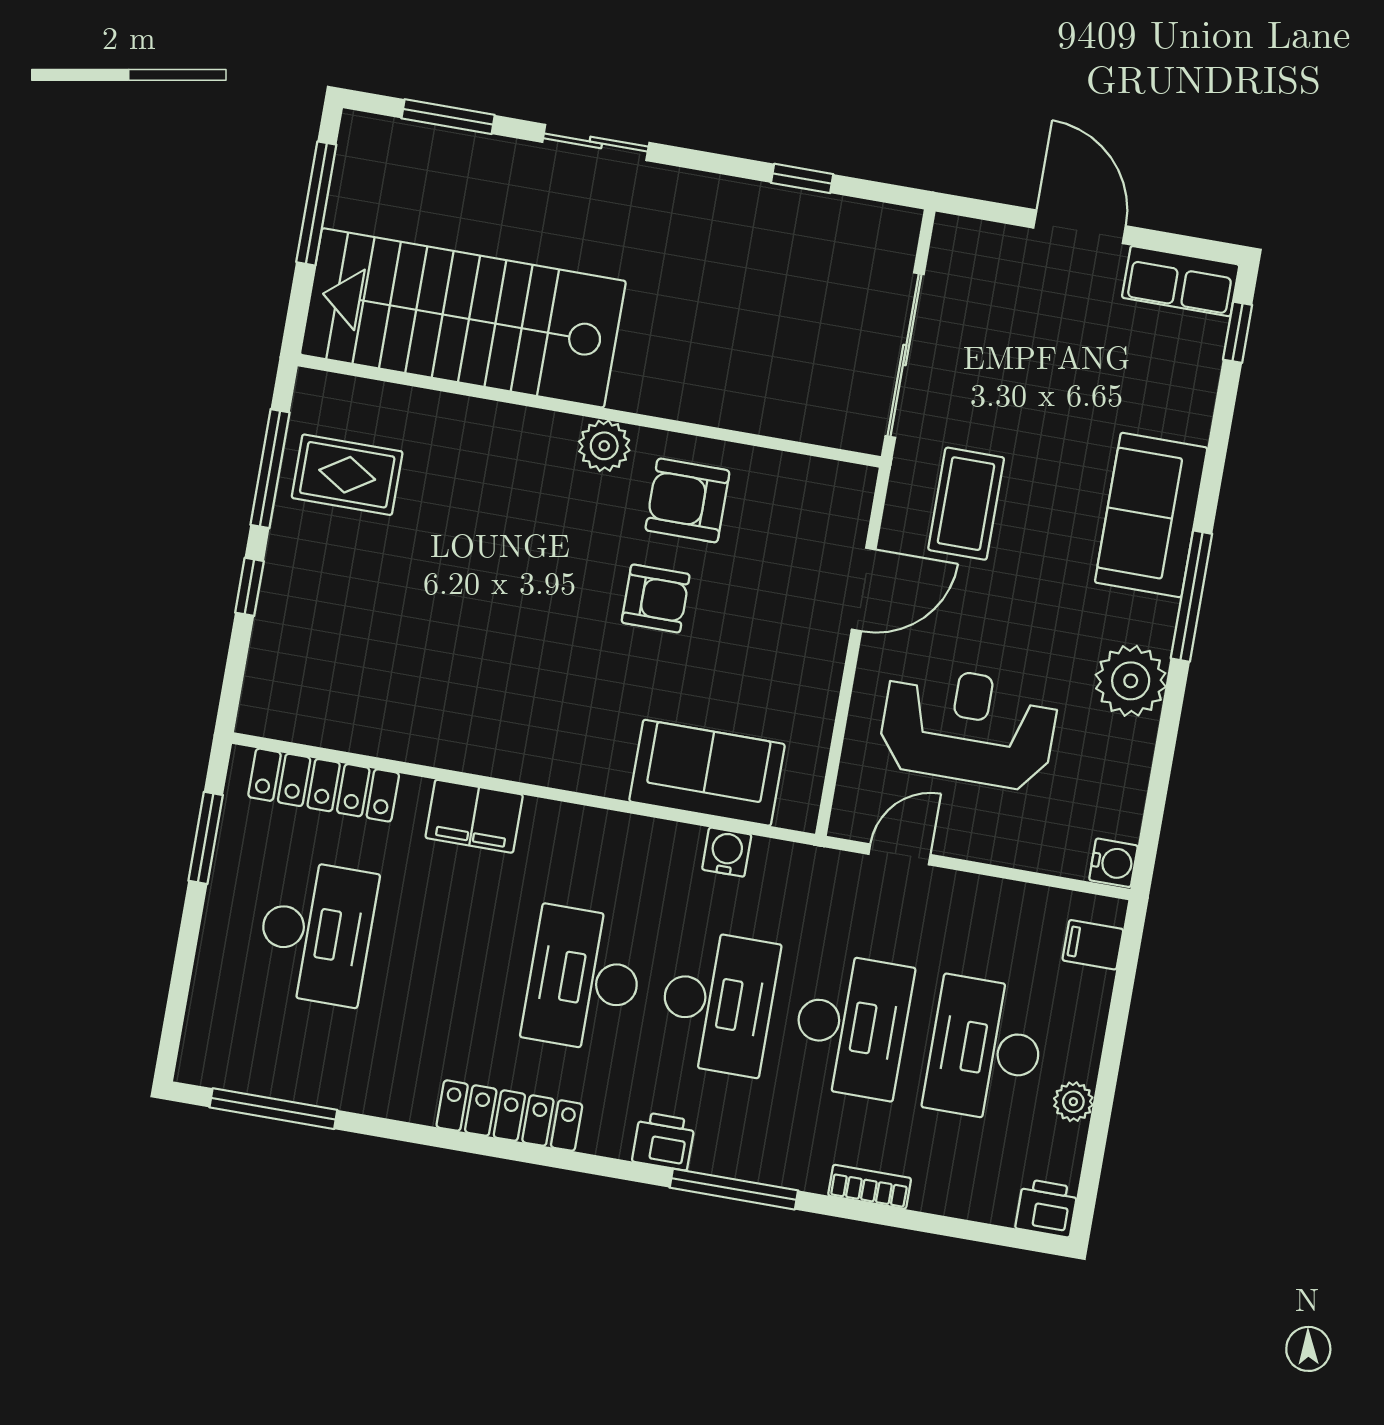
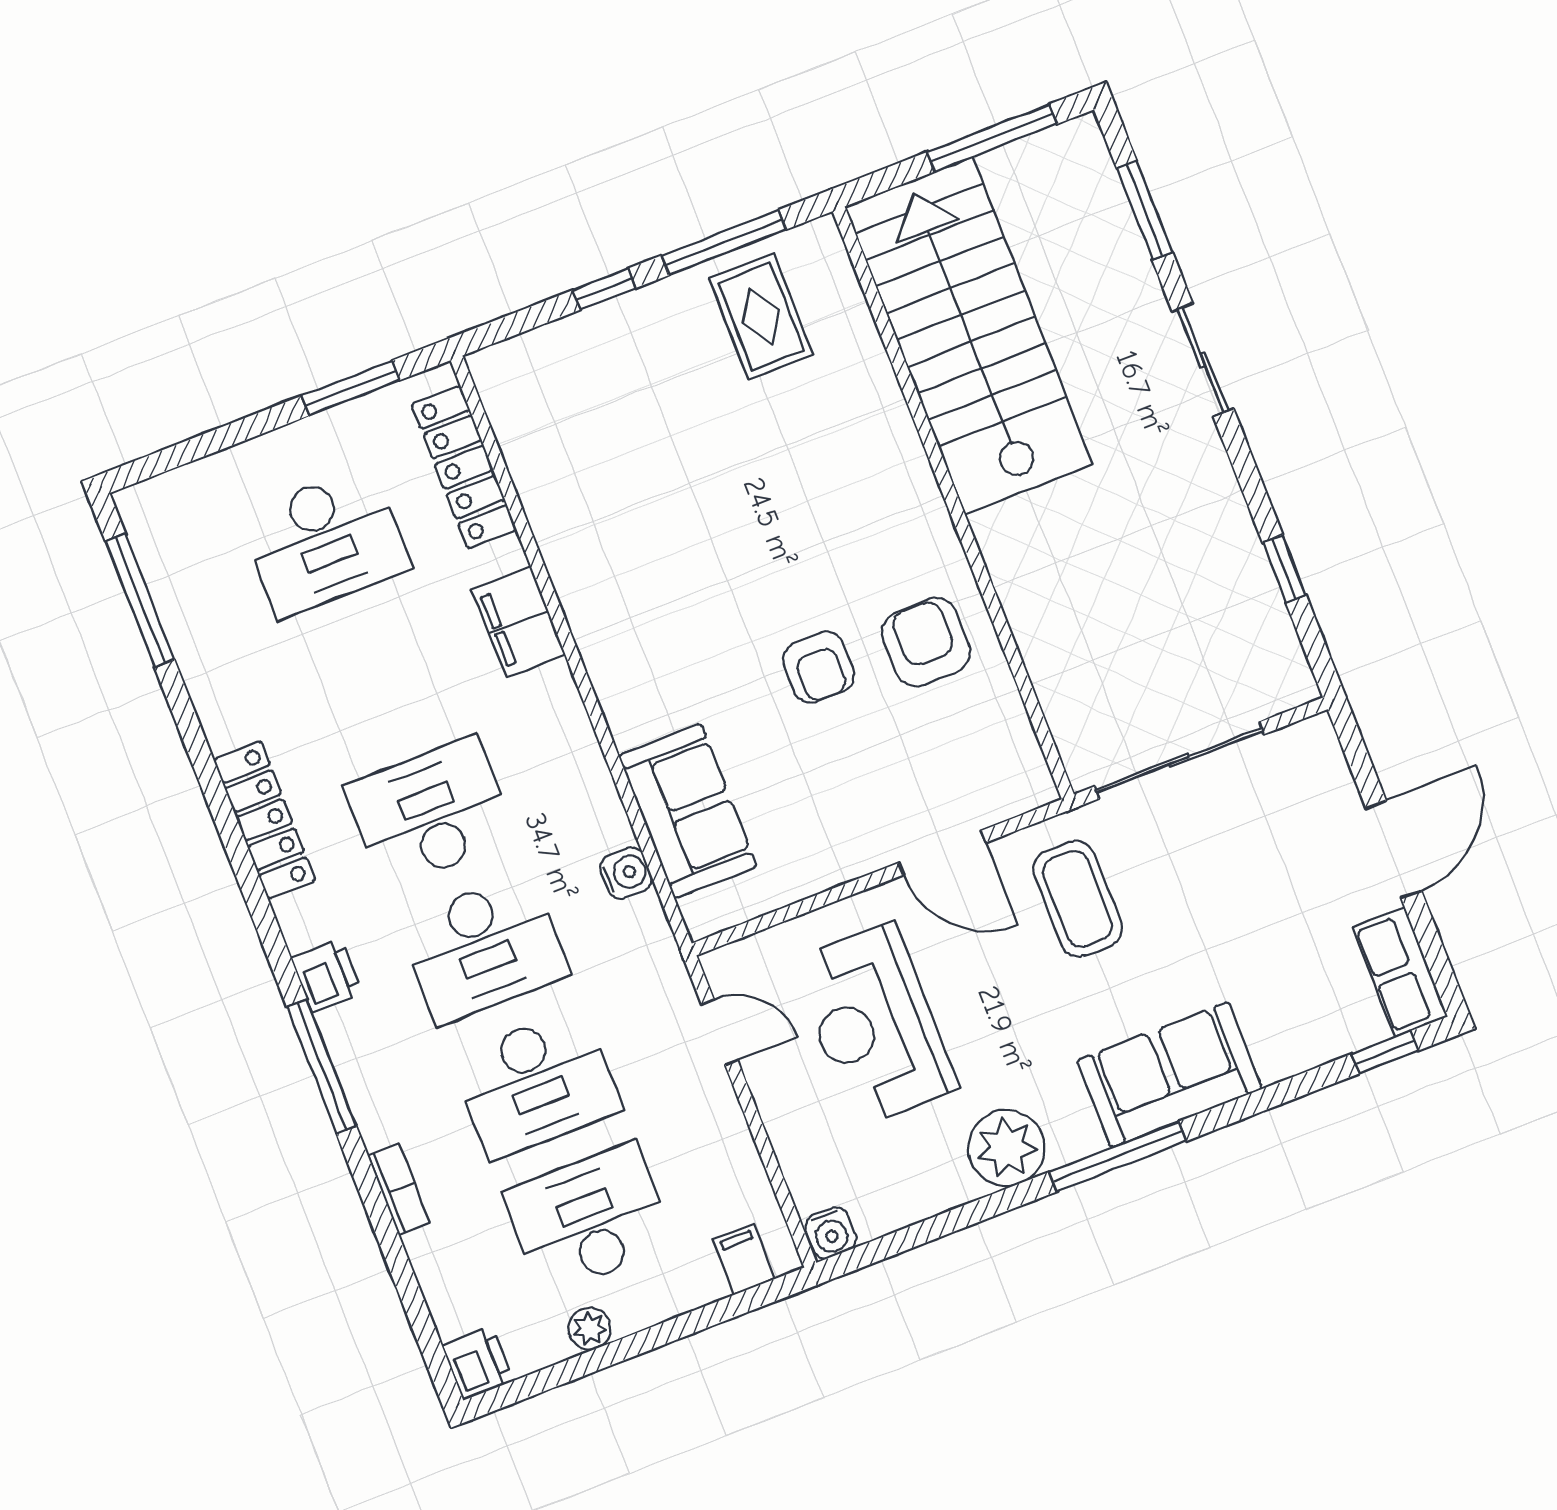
plant: (604, 446) -> (930, 536), removed
coffee table: (966, 504) -> (1077, 899), turned 90
reception desk: (968, 727) -> (874, 1024), turned 180

